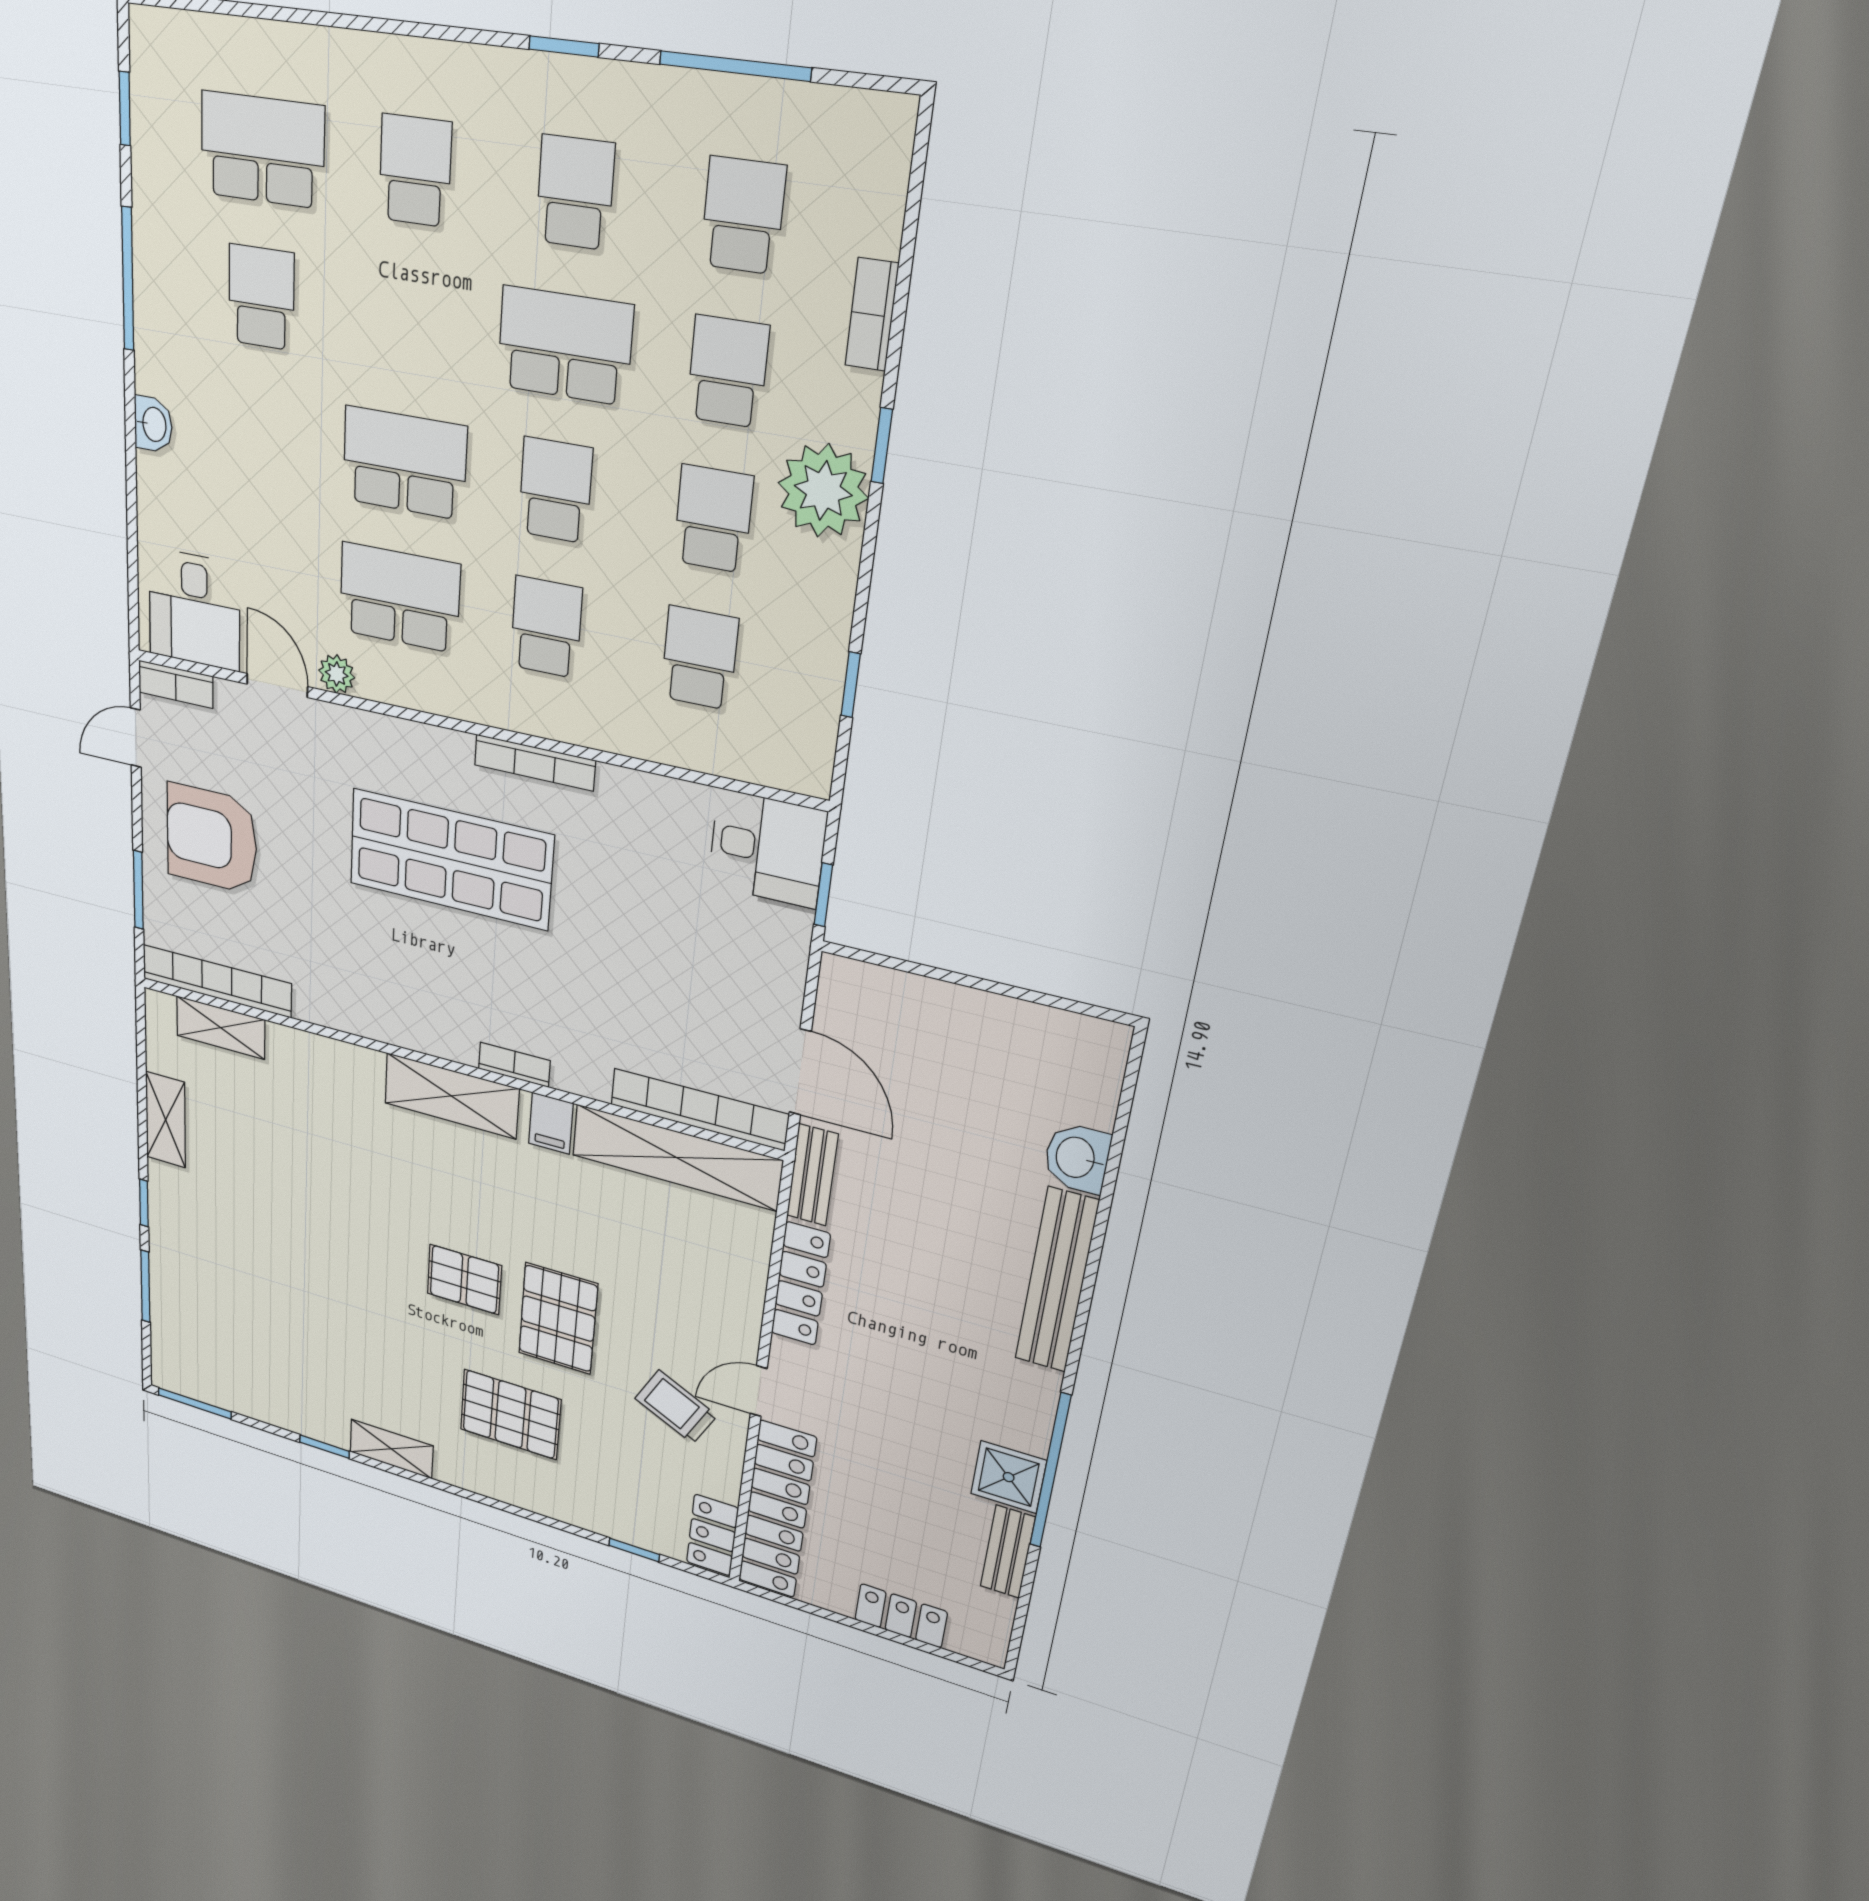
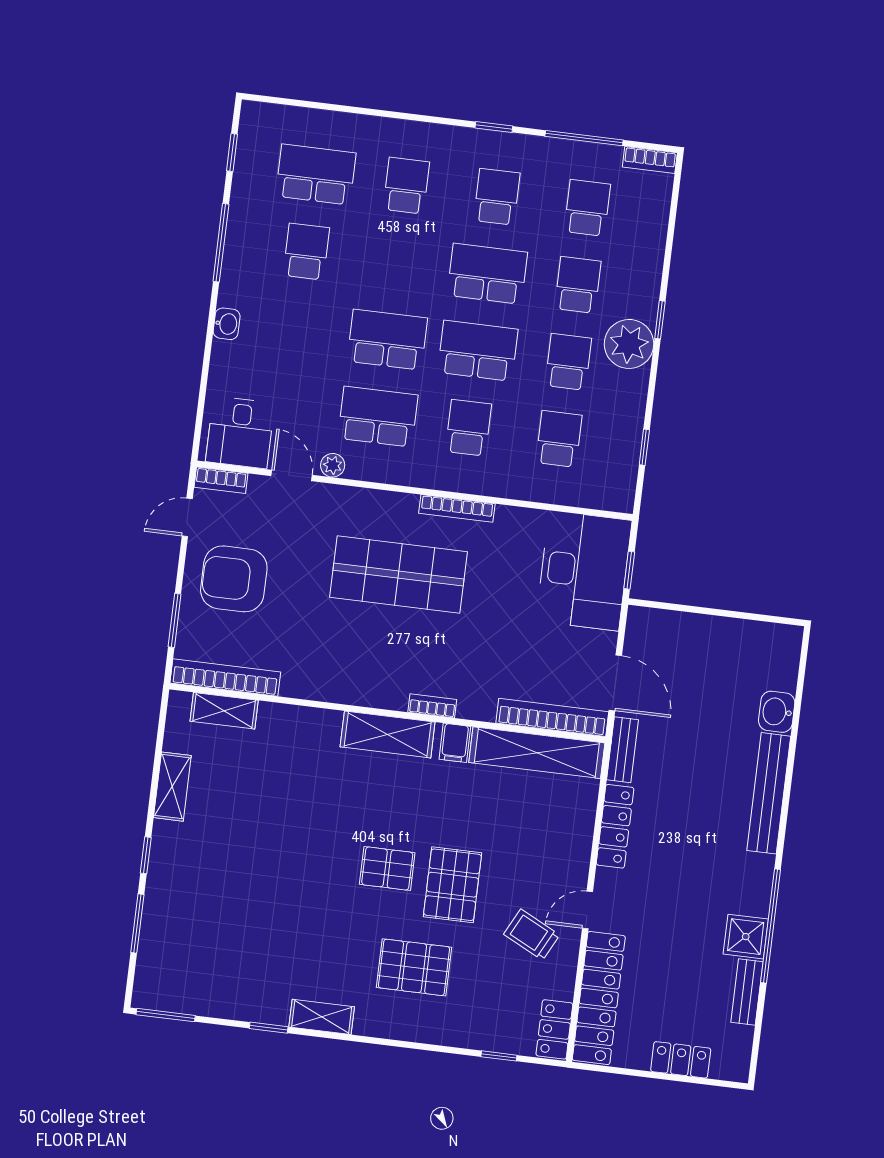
bookcase: (872, 315) -> (650, 160), moved, turned -90
school desk: (555, 490) -> (478, 351), width x1.85
desk: (767, 849) -> (584, 571), width x1.87, depth x1.30

